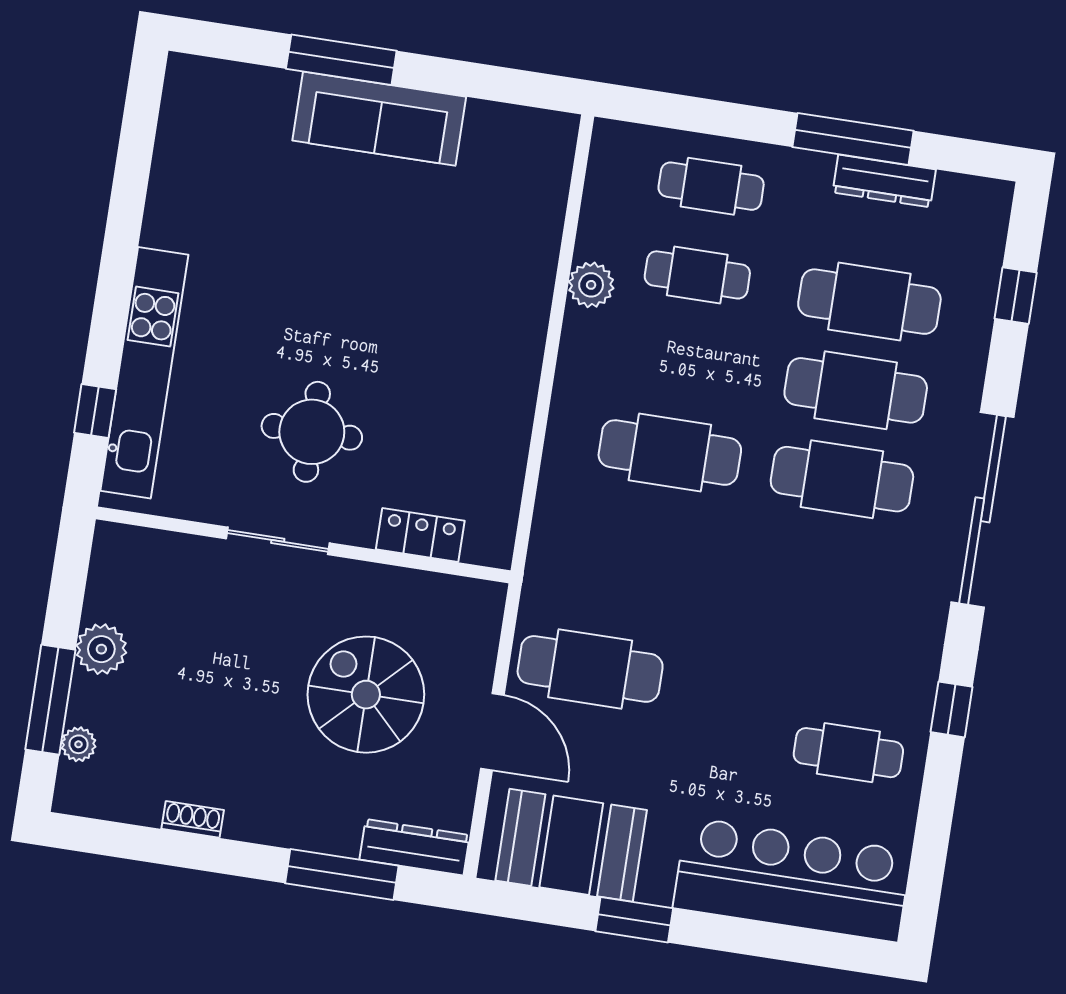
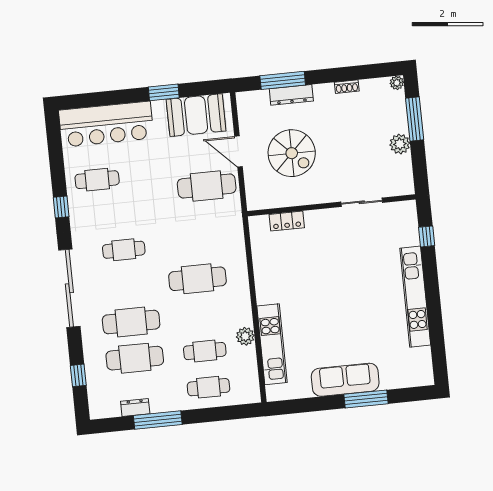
dresser: (884, 181) -> (135, 407), width x0.70
kitchen unit: (532, 249) -> (272, 344), added
kitchen unit: (144, 373) -> (415, 297), moved
round table: (312, 432) -> (340, 250), removed
cafe table: (842, 479) -> (124, 250), moved, width x0.73, depth x0.74
sliding door: (278, 541) -> (362, 202), moved
plant: (79, 744) -> (397, 83), moved
dresser: (415, 847) -> (291, 95), moved

